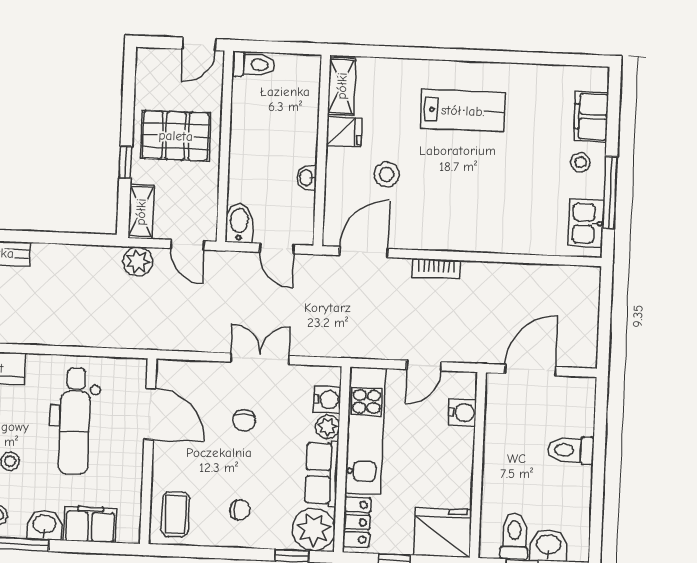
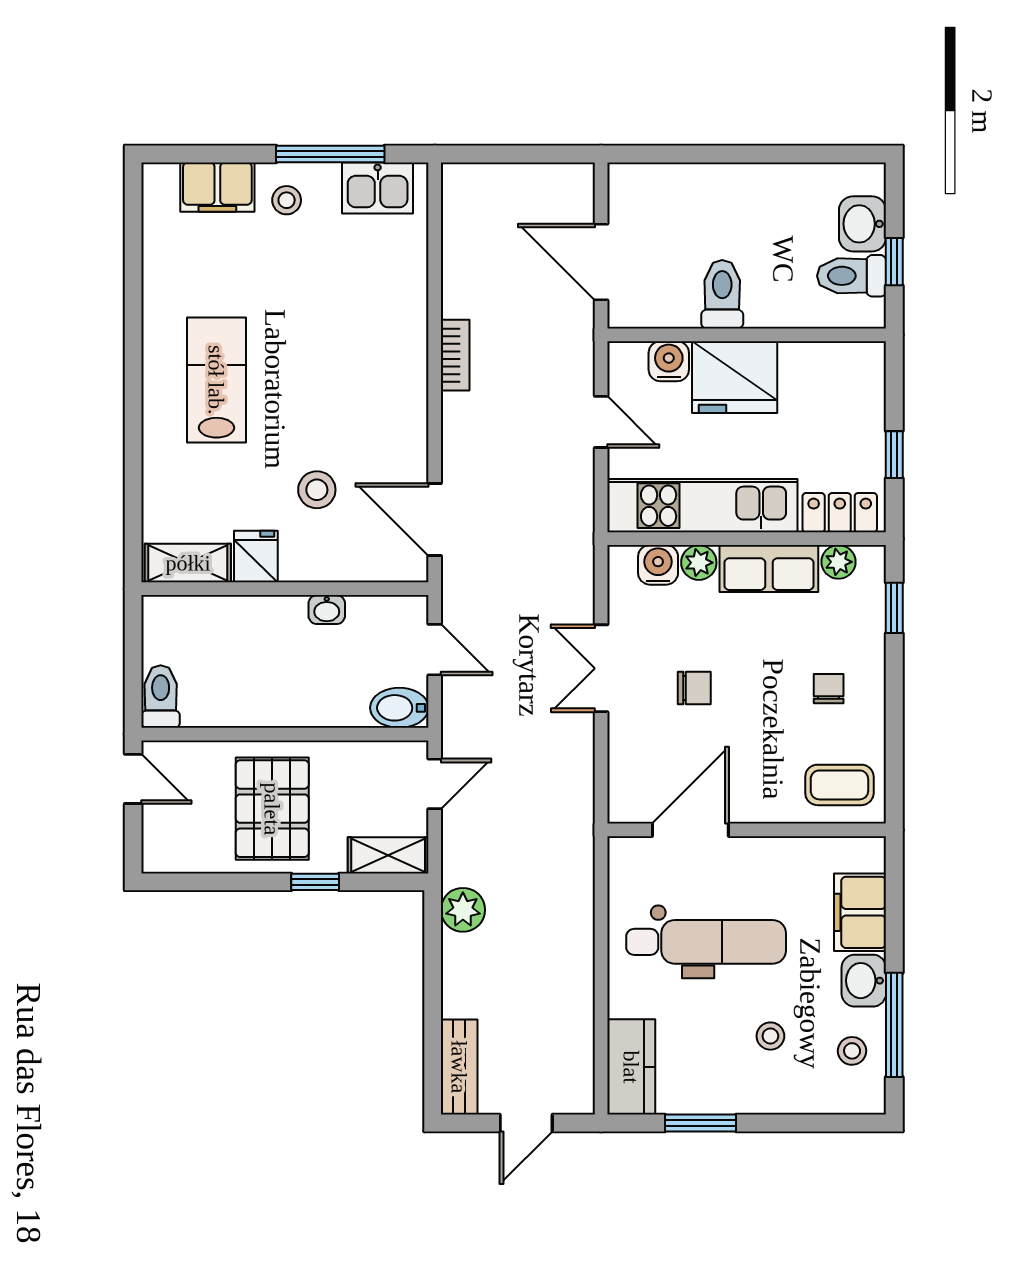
door: (277, 248) -> (435, 650), hinge flipped
plant: (138, 261) -> (463, 910), moved
bookcase: (436, 269) -> (455, 355), moved
toilet: (571, 450) -> (722, 294), moved, turned 180
plant: (314, 529) -> (838, 562), width x0.53, depth x0.53
fridge: (442, 532) -> (735, 377), moved, turned -90

